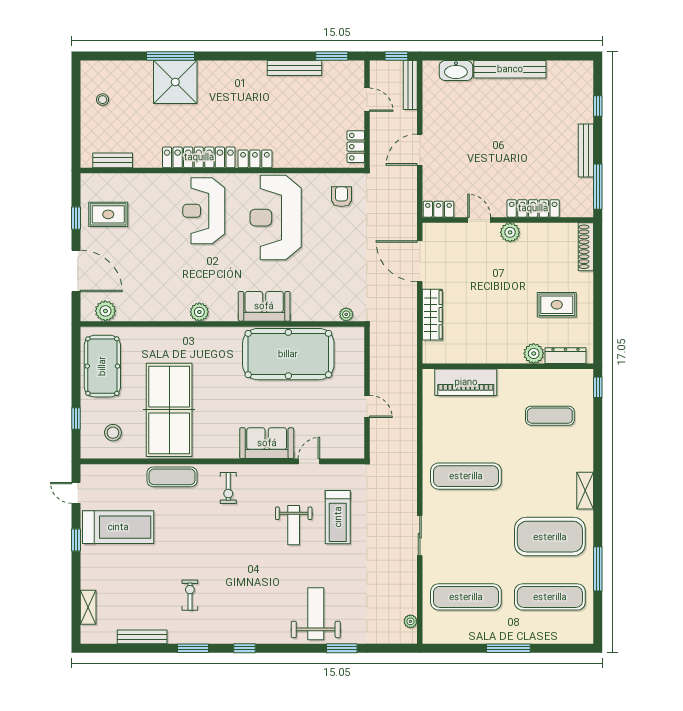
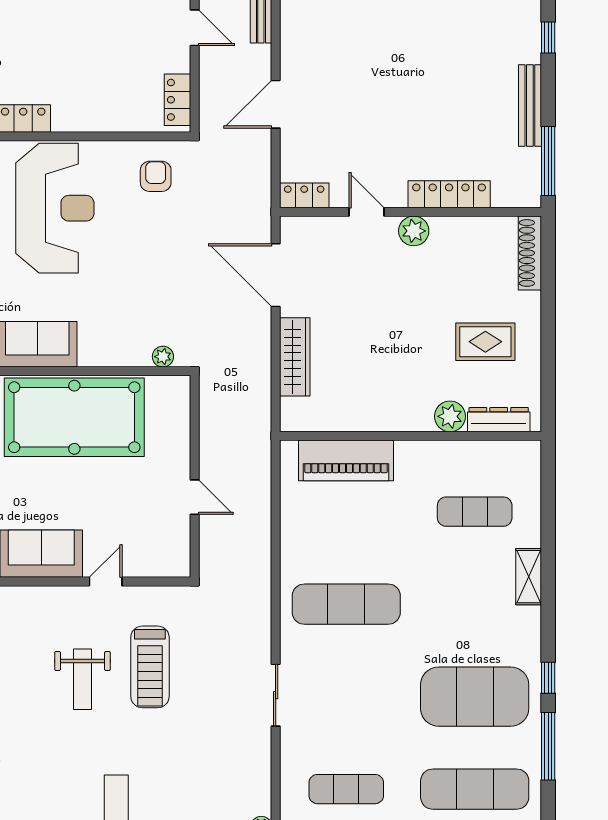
reception desk: (276, 218) -> (55, 208), turned 180
window: (598, 387) -> (548, 678), moved
shelving: (585, 491) -> (529, 577), moved
exercise mat: (466, 597) -> (346, 789), width x0.73, depth x0.69

